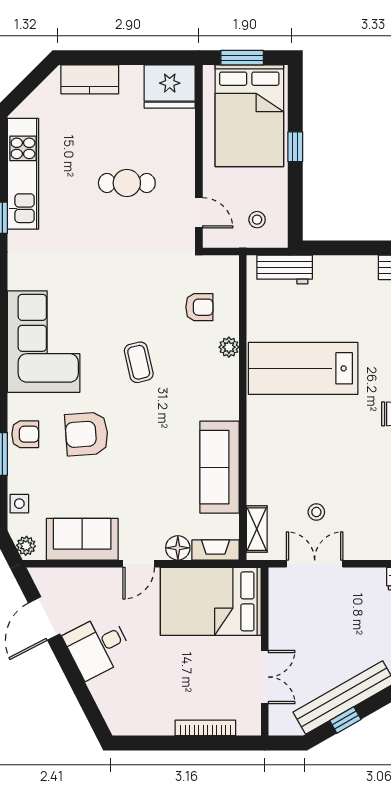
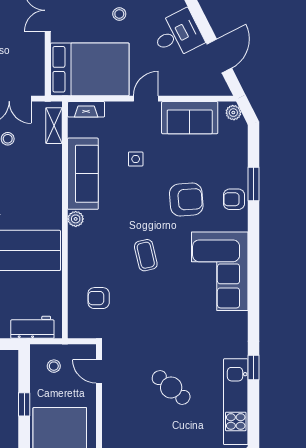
window: (295, 147) -> (24, 404), moved
cafe table: (127, 183) -> (171, 387), moved, turned 40
plant: (229, 347) -> (76, 219), moved
side table: (19, 504) -> (136, 159), moved
floor lamp: (178, 548) -> (115, 111), removed
stool: (173, 673) -> (119, 14), added

